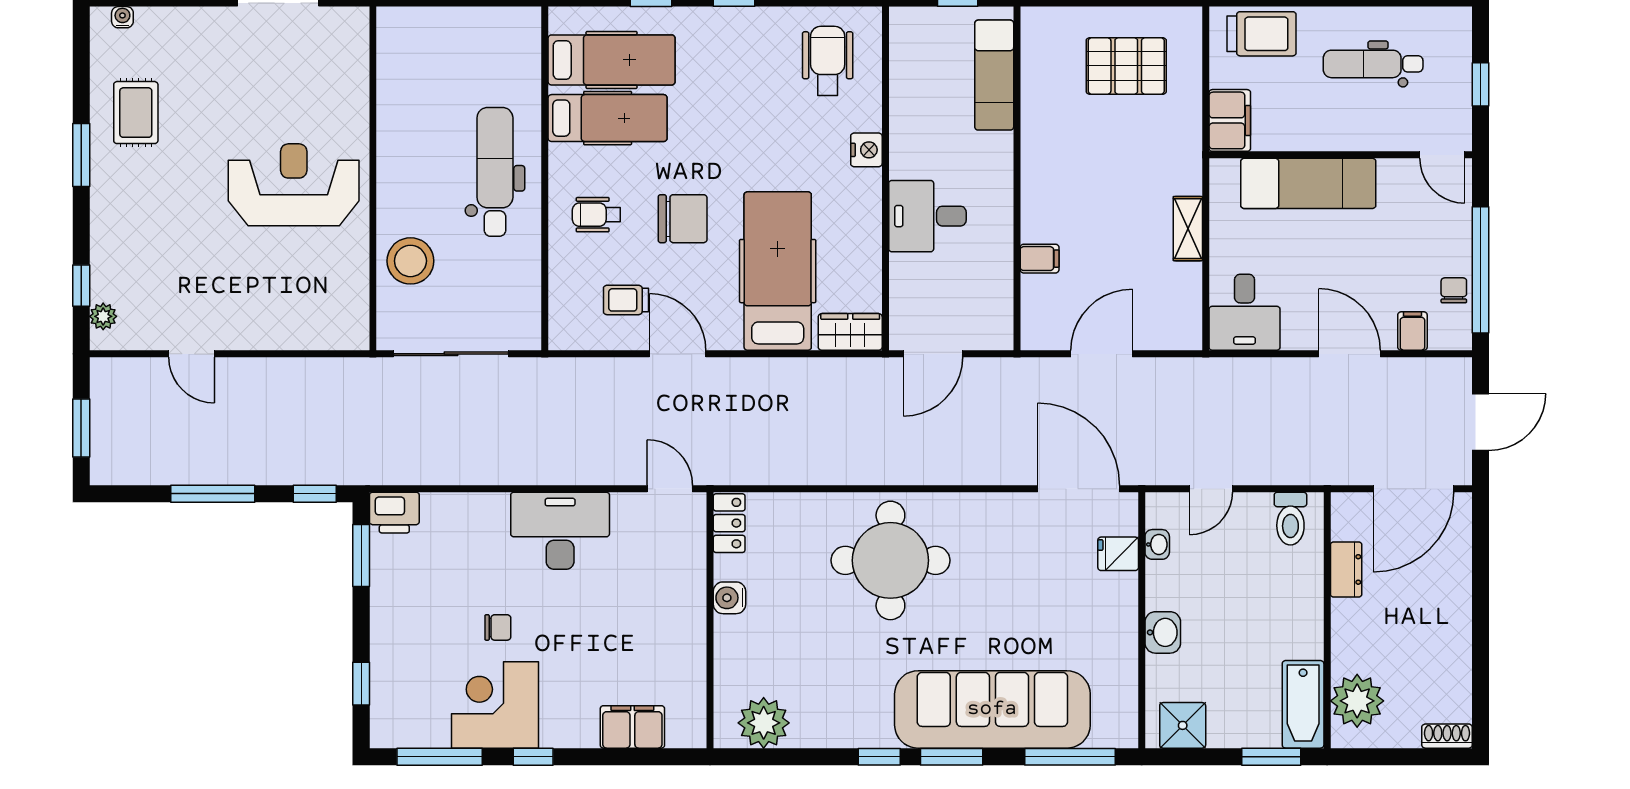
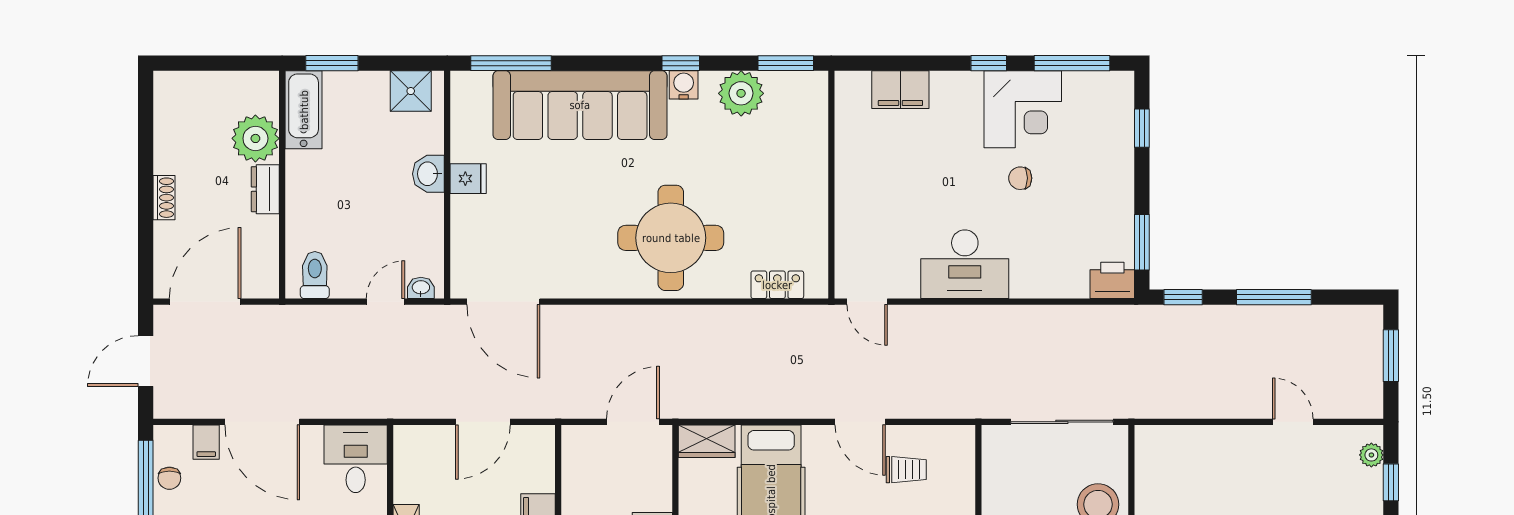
door: (1349, 354) -> (262, 422), width x1.36
locker: (729, 523) -> (777, 285), moved, turned 90
washbasin: (1157, 544) -> (421, 288), moved, turned 90
fridge: (1118, 554) -> (468, 179), moved
dresser: (1346, 569) -> (265, 189), moved
water cooler: (729, 598) -> (684, 85), moved, turned -90
plant: (1357, 701) -> (255, 138), moved
plant: (764, 723) -> (741, 93), moved
shoe rack: (1447, 736) -> (164, 198), moved, turned -90
window: (952, 757) -> (786, 63), moved

